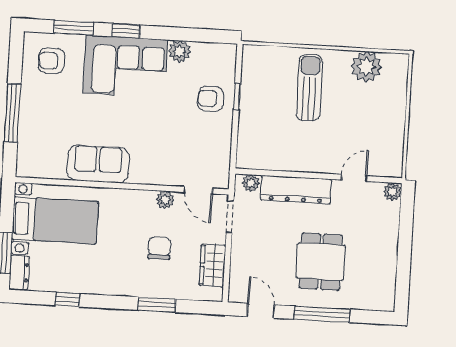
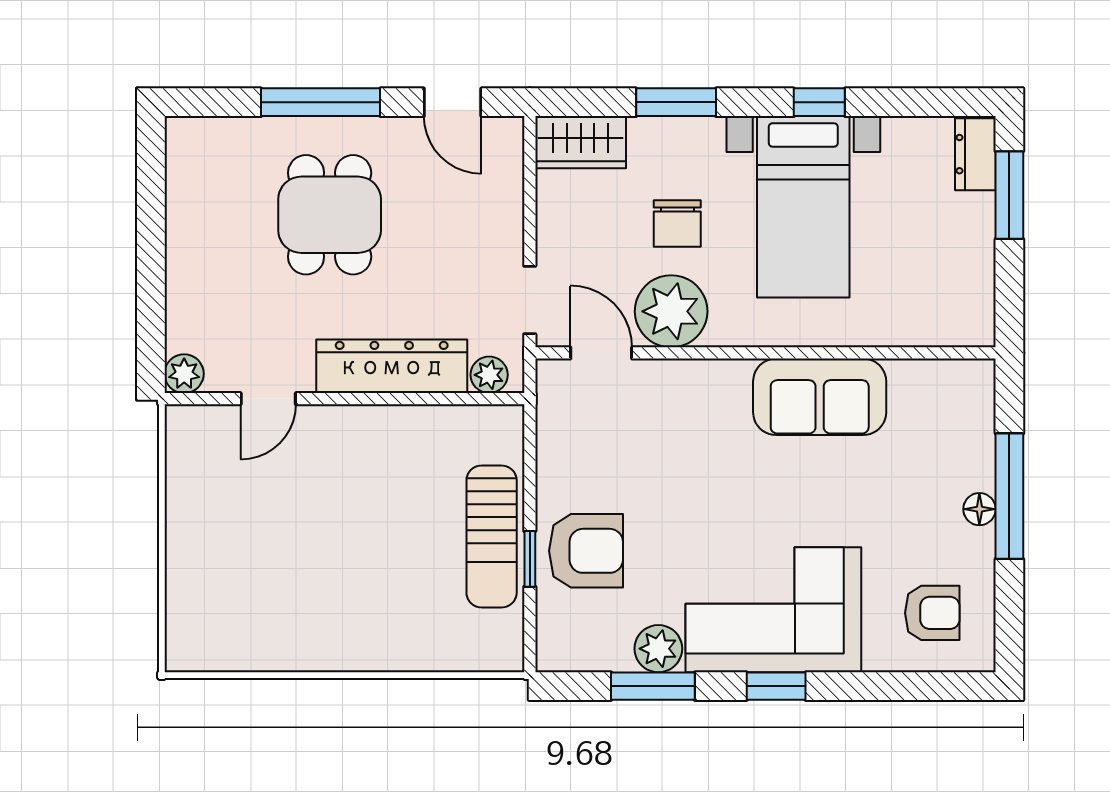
window: (74, 28) -> (653, 686), moved
plant: (366, 67) -> (256, 639), removed
sun lounger: (309, 88) -> (492, 536), moved
armchair: (211, 99) -> (586, 551), width x1.38, depth x1.38
floor lamp: (27, 108) -> (979, 509), added
plant: (165, 200) -> (671, 311), width x1.87, depth x1.87
bed with nightstands: (55, 220) -> (803, 207), moved, turned -90
wardrobe: (212, 265) -> (581, 142), moved, turned 90
window: (67, 300) -> (819, 102), moved

